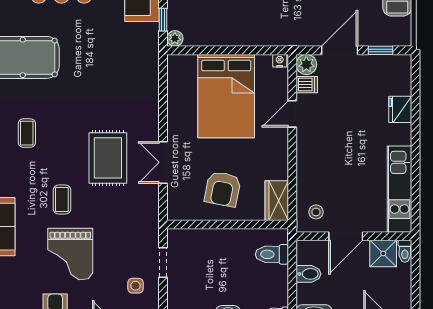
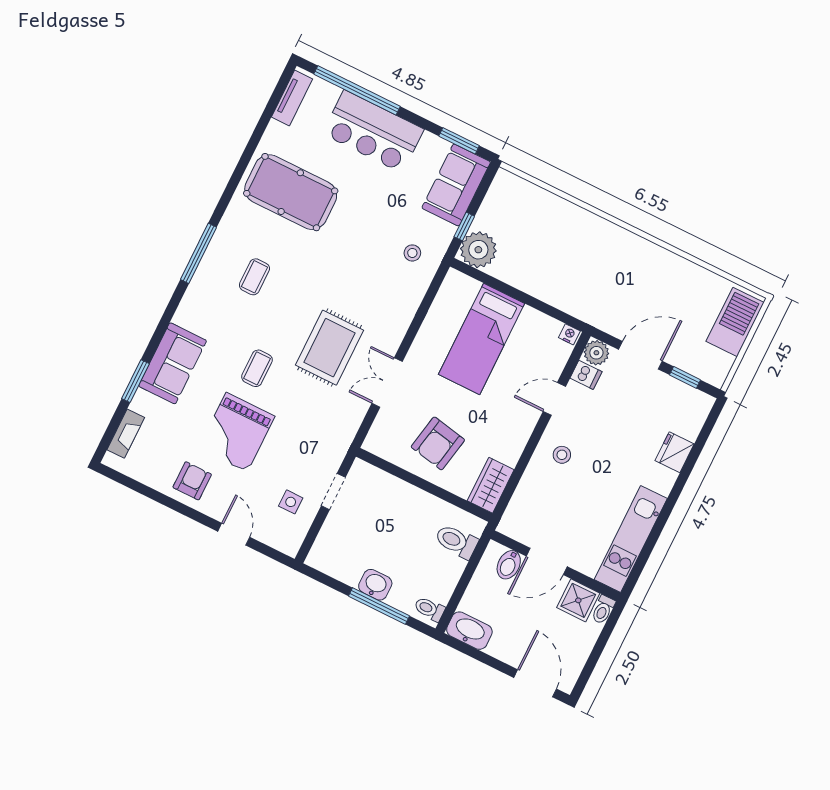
plant: (175, 38) -> (478, 250), width x1.87, depth x1.87
stool: (134, 58) -> (412, 253), added
bed: (226, 96) -> (482, 339), width x0.67
stool: (316, 212) -> (562, 455), moved
bidet: (309, 274) -> (509, 565), moved, turned 90

